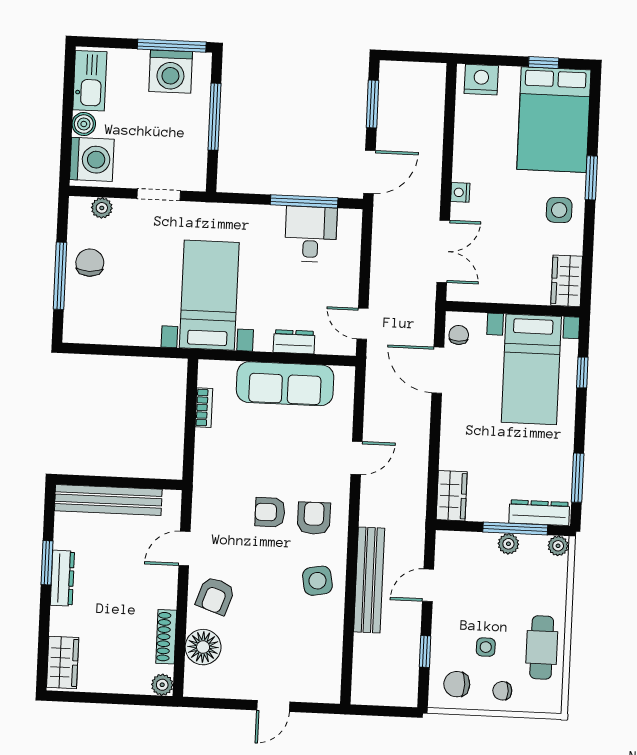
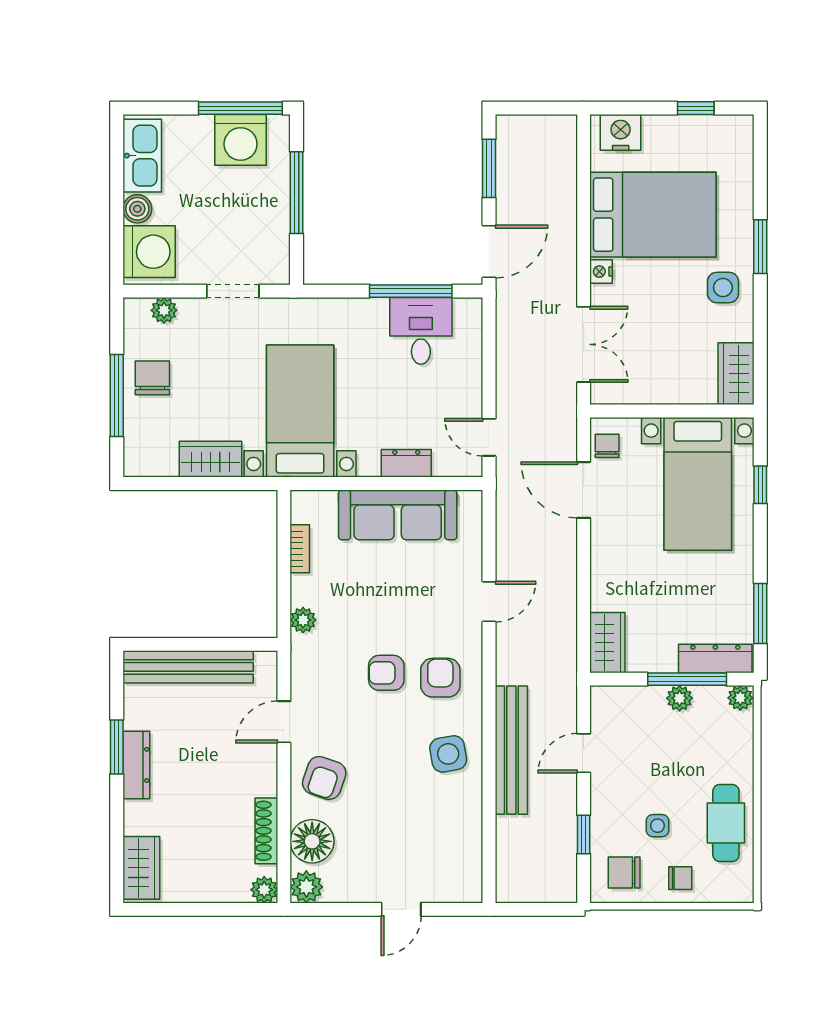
bed: (554, 120) -> (653, 215), moved, turned -90
wardrobe: (134, 331) -> (211, 459), added
plant: (204, 466) -> (303, 620), added
plant: (197, 684) -> (306, 887), added
chair: (502, 691) -> (680, 878), turned 180

